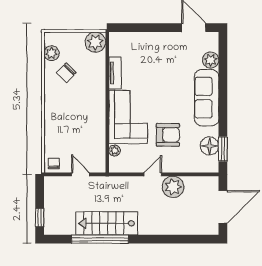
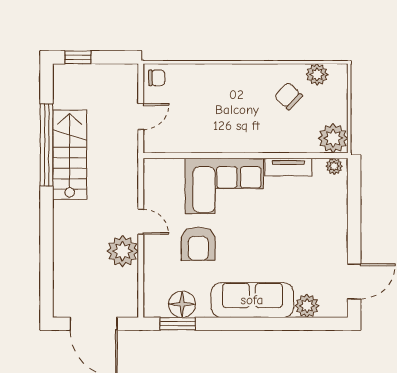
plant: (115, 151) -> (334, 166), moved

